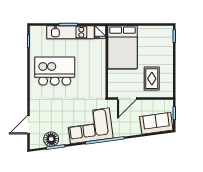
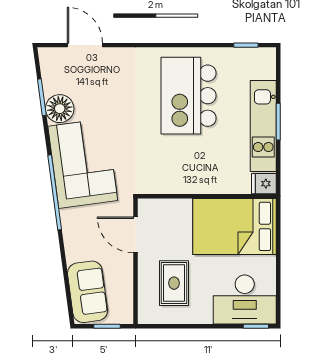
desk: (160, 42) -> (245, 299), added
kitchen island: (55, 71) -> (188, 96), turned 180
rug: (152, 79) -> (174, 283), turned 90
floor lamp: (51, 139) -> (60, 109), moved

